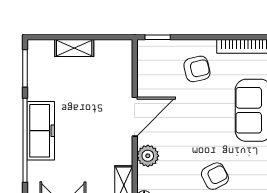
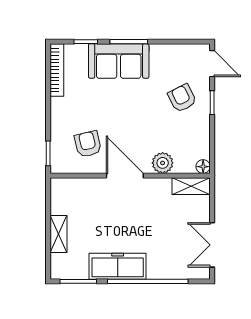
armchair: (197, 69) -> (88, 144), moved
freezer: (41, 131) -> (118, 266), moved

